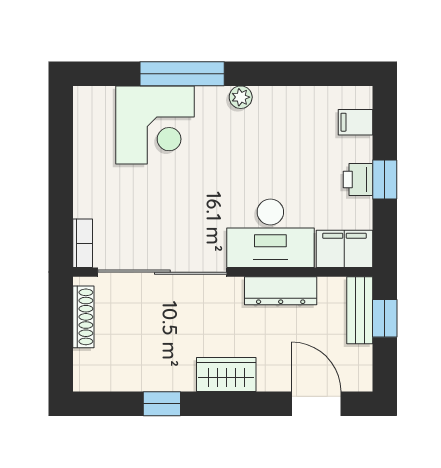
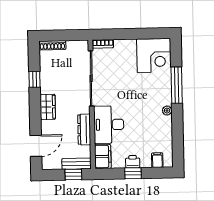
corner desk: (155, 125) -> (154, 55), moved, turned -90
shoe rack: (83, 317) -> (52, 45), moved

